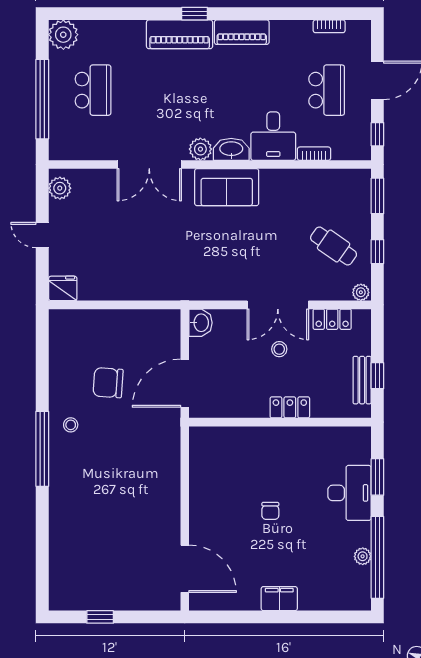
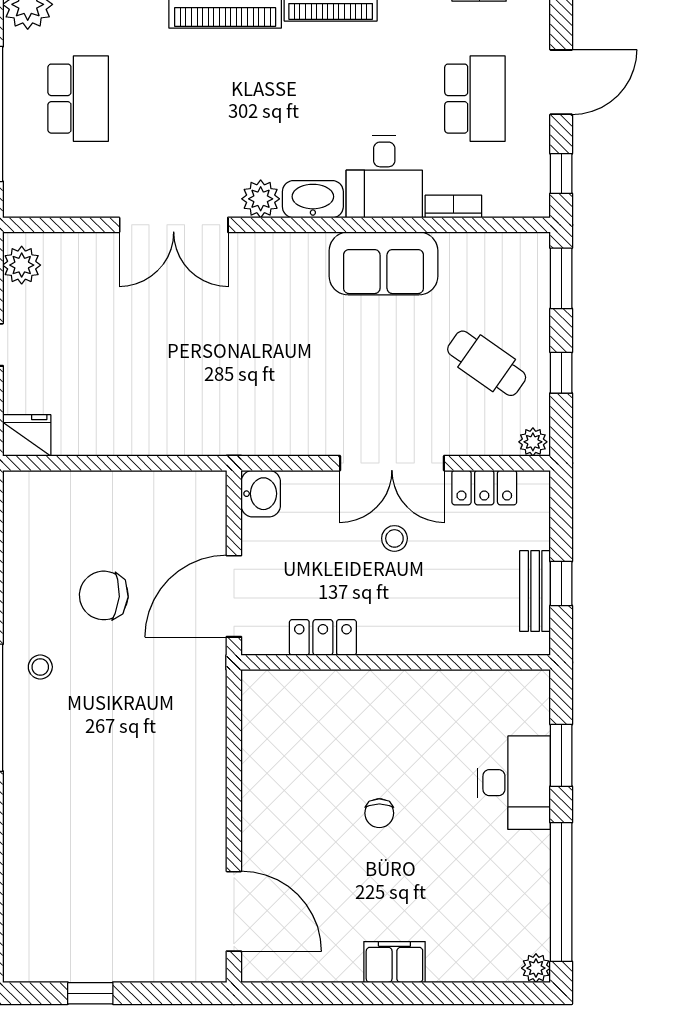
sofa: (227, 187) -> (384, 263), moved
locker: (290, 407) -> (323, 637), moved
plant: (363, 556) -> (536, 968), moved

